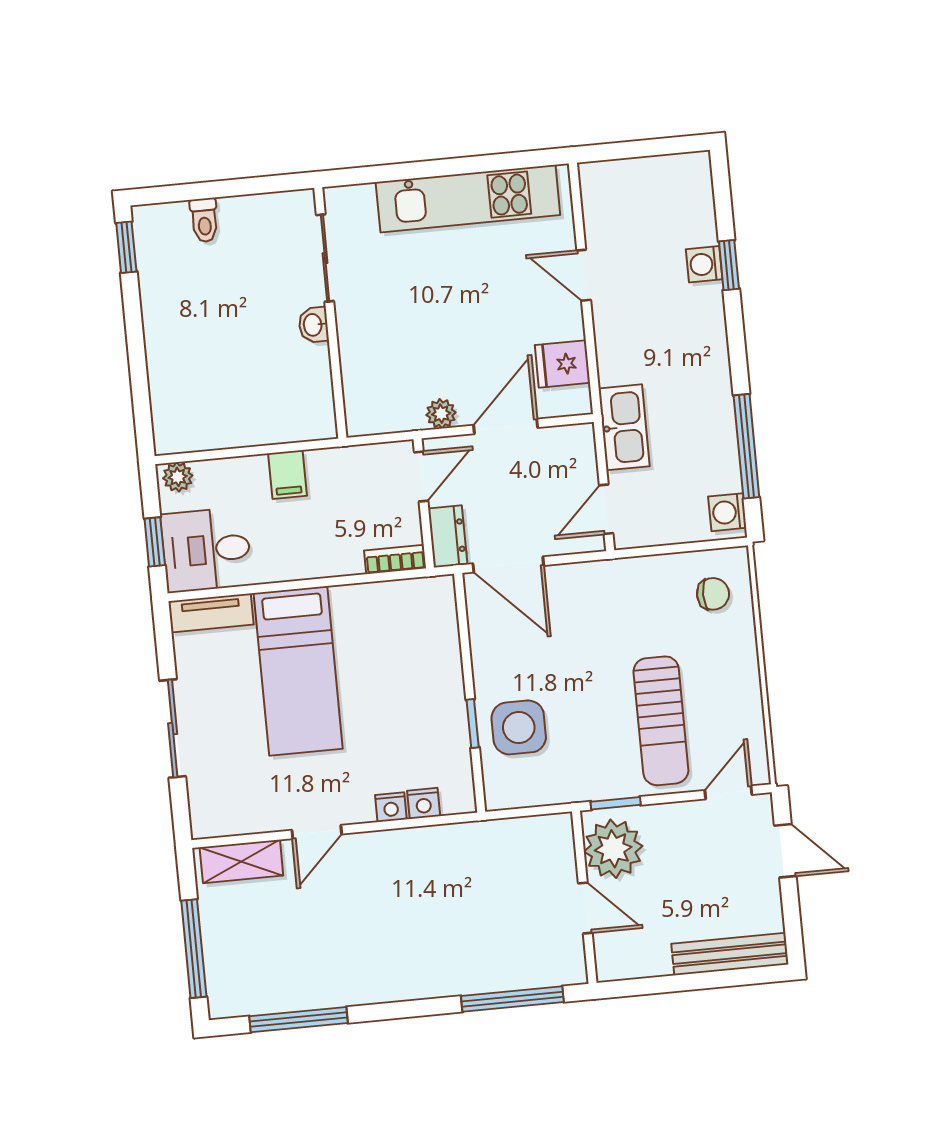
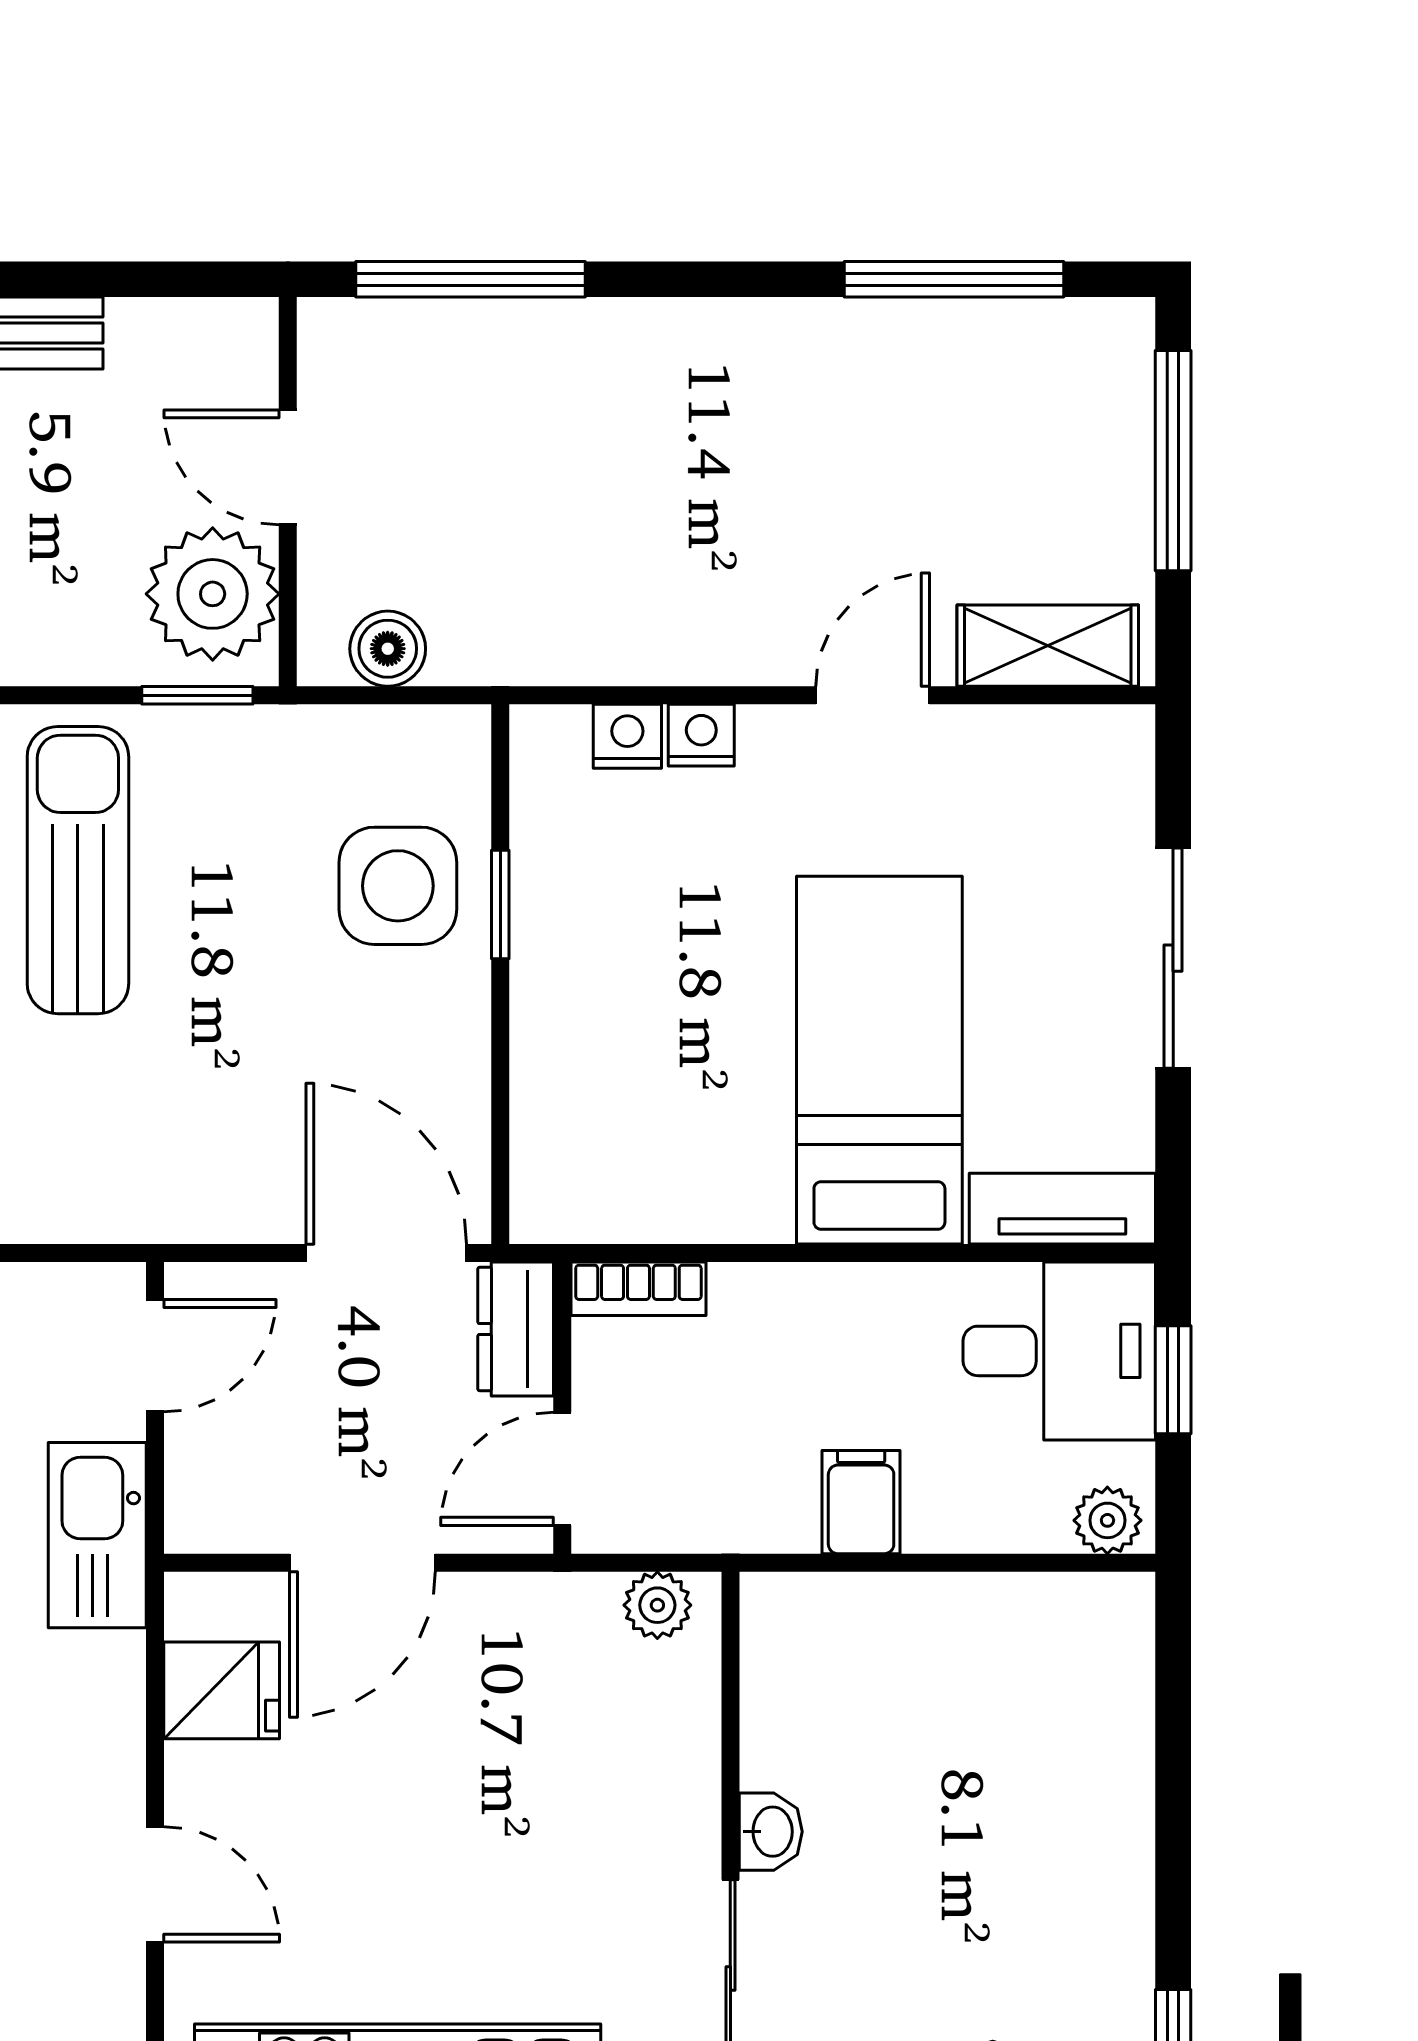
plant: (441, 414) -> (657, 1605), moved
boiler: (533, 832) -> (388, 649), added

